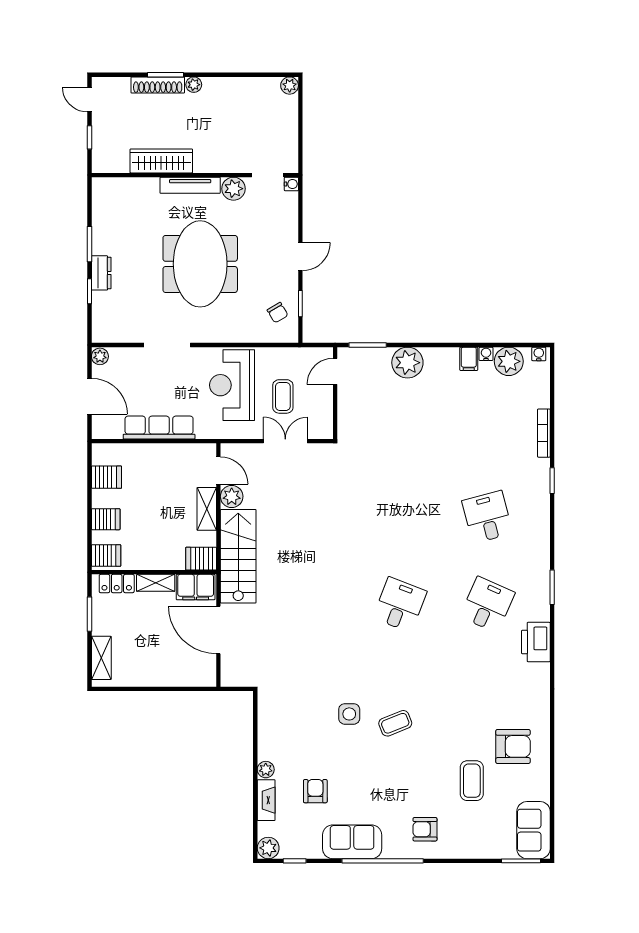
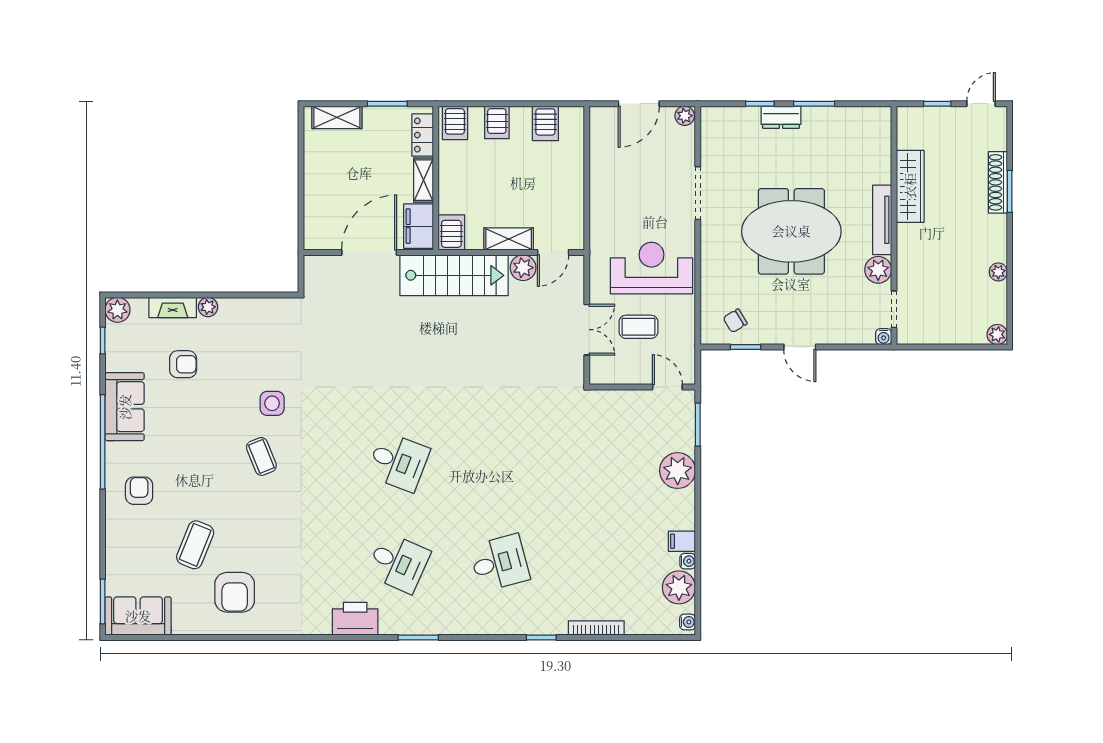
plant: (194, 85) -> (998, 272), moved
row of seats: (159, 428) -> (603, 184), removed
coffee table: (472, 781) -> (195, 545), turned -68

